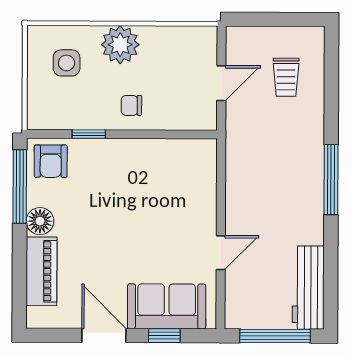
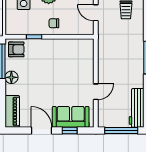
door: (221, 83) -> (96, 13), swing flipped
armchair: (51, 161) -> (16, 49), turned -90
piano: (41, 271) -> (12, 111), moved

